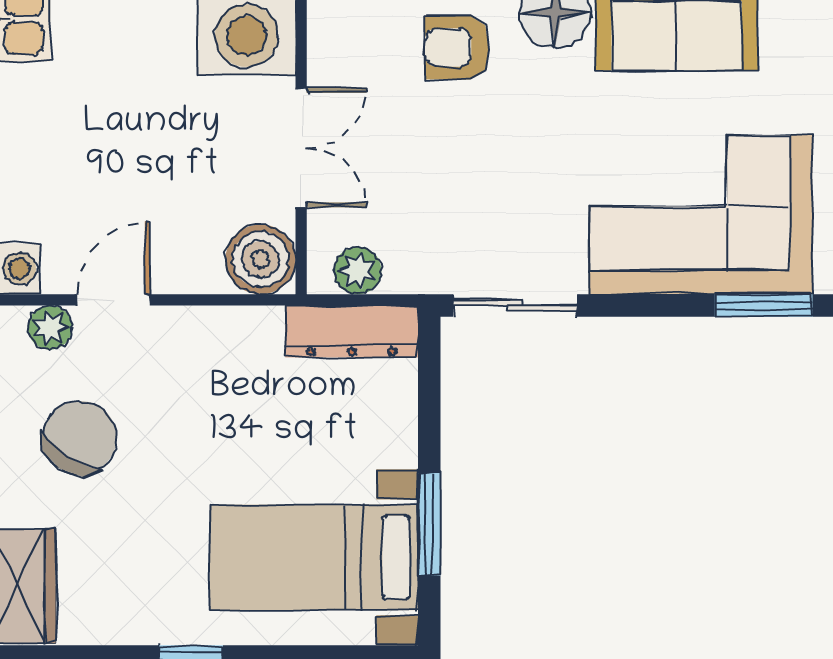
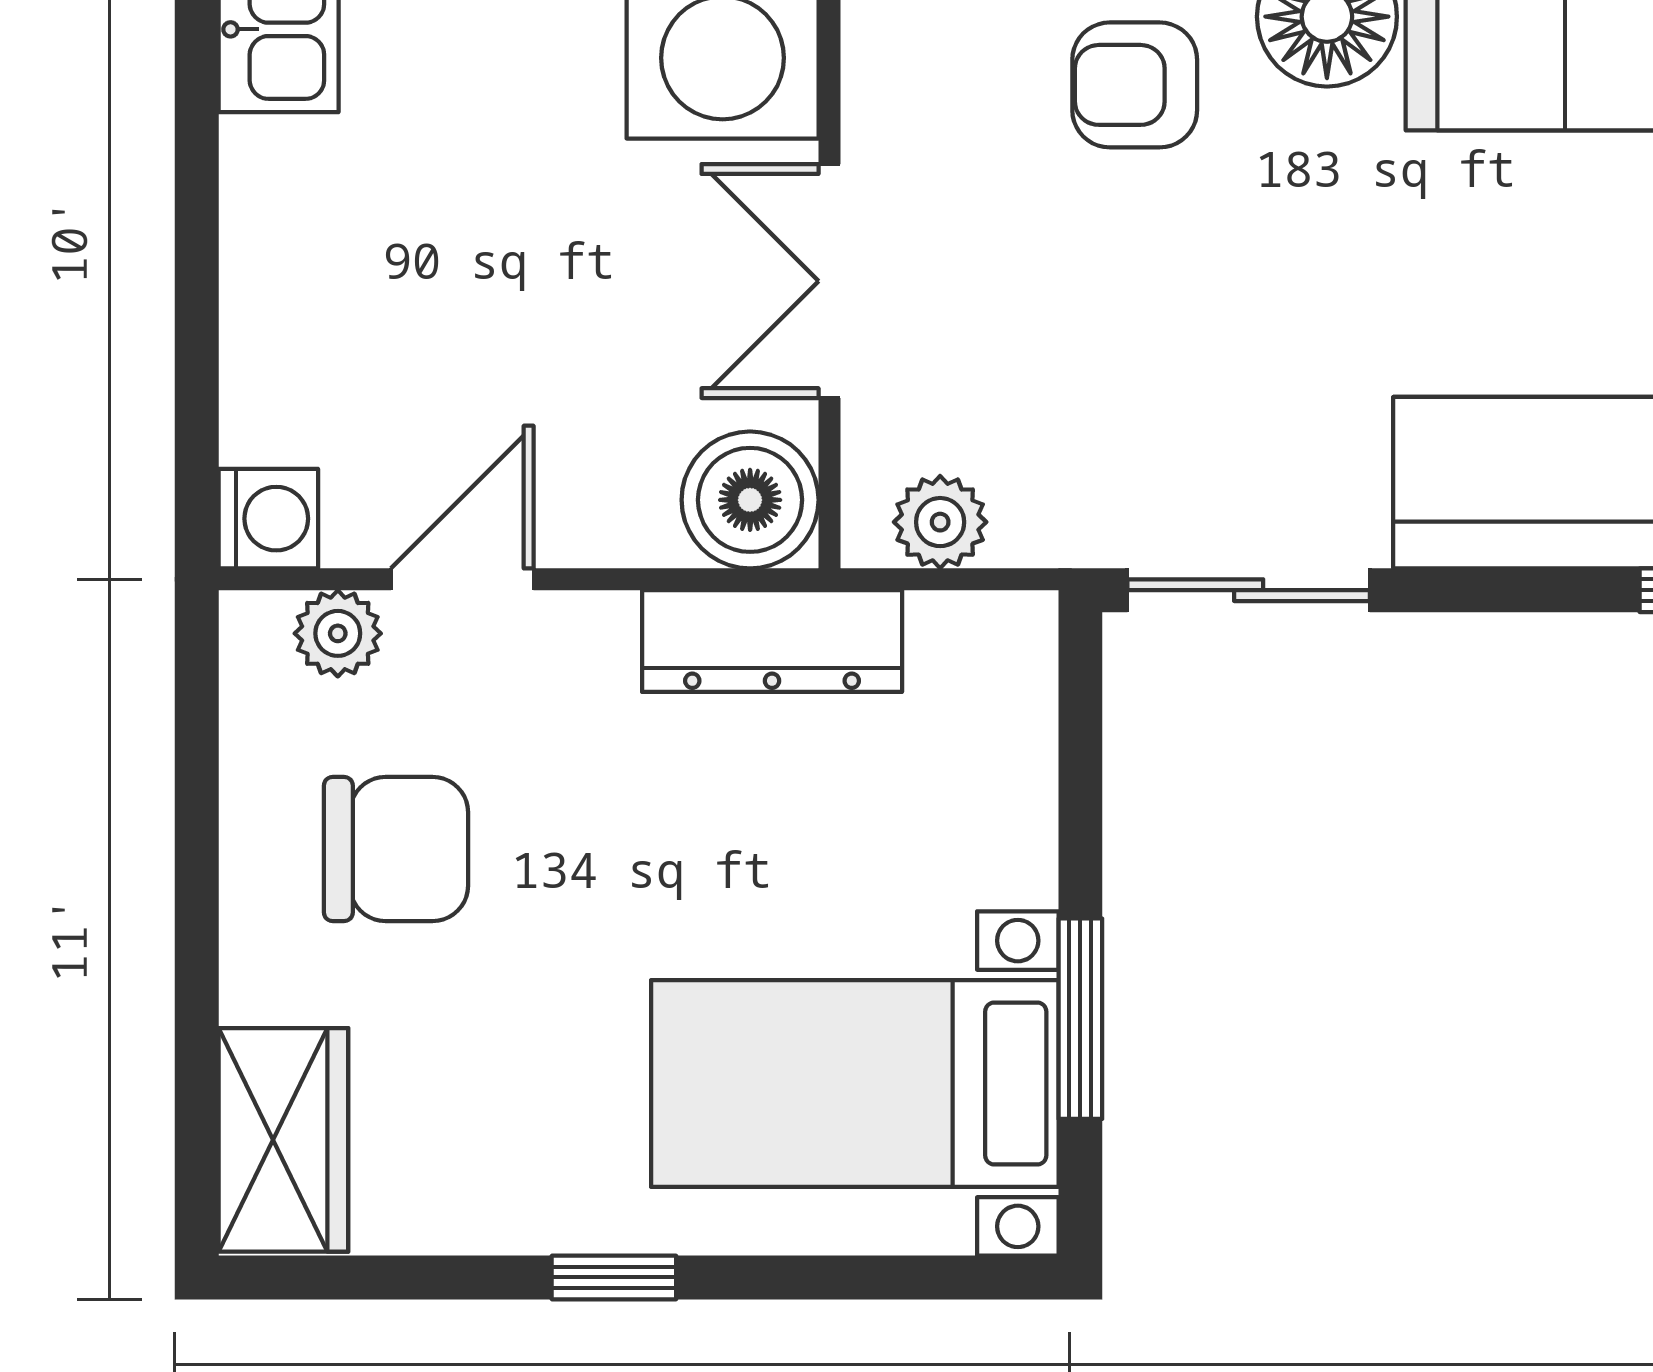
double door: (301, 148) -> (829, 281), swing flipped
dresser: (352, 331) -> (772, 641), moved
chair: (80, 438) -> (396, 849), turned 57

